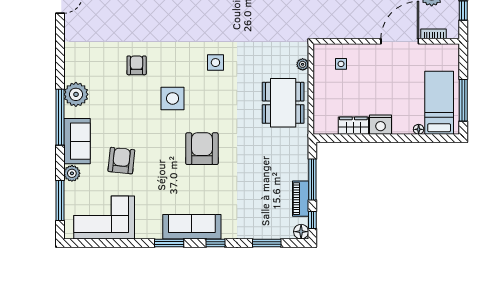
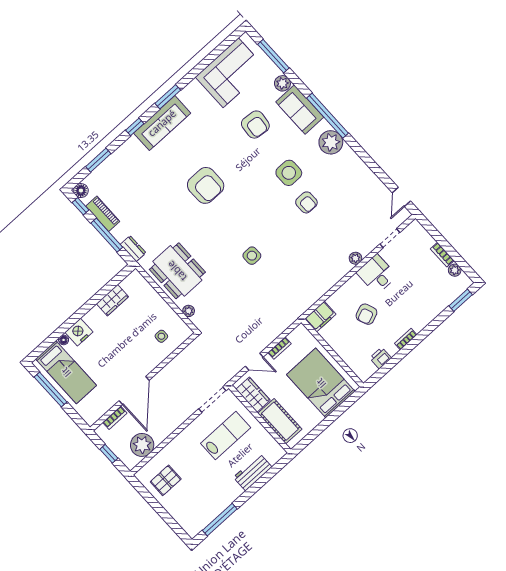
side table: (173, 98) -> (289, 173), moved
nightstand: (381, 125) -> (79, 332), moved
dresser: (302, 151) -> (133, 249), added

